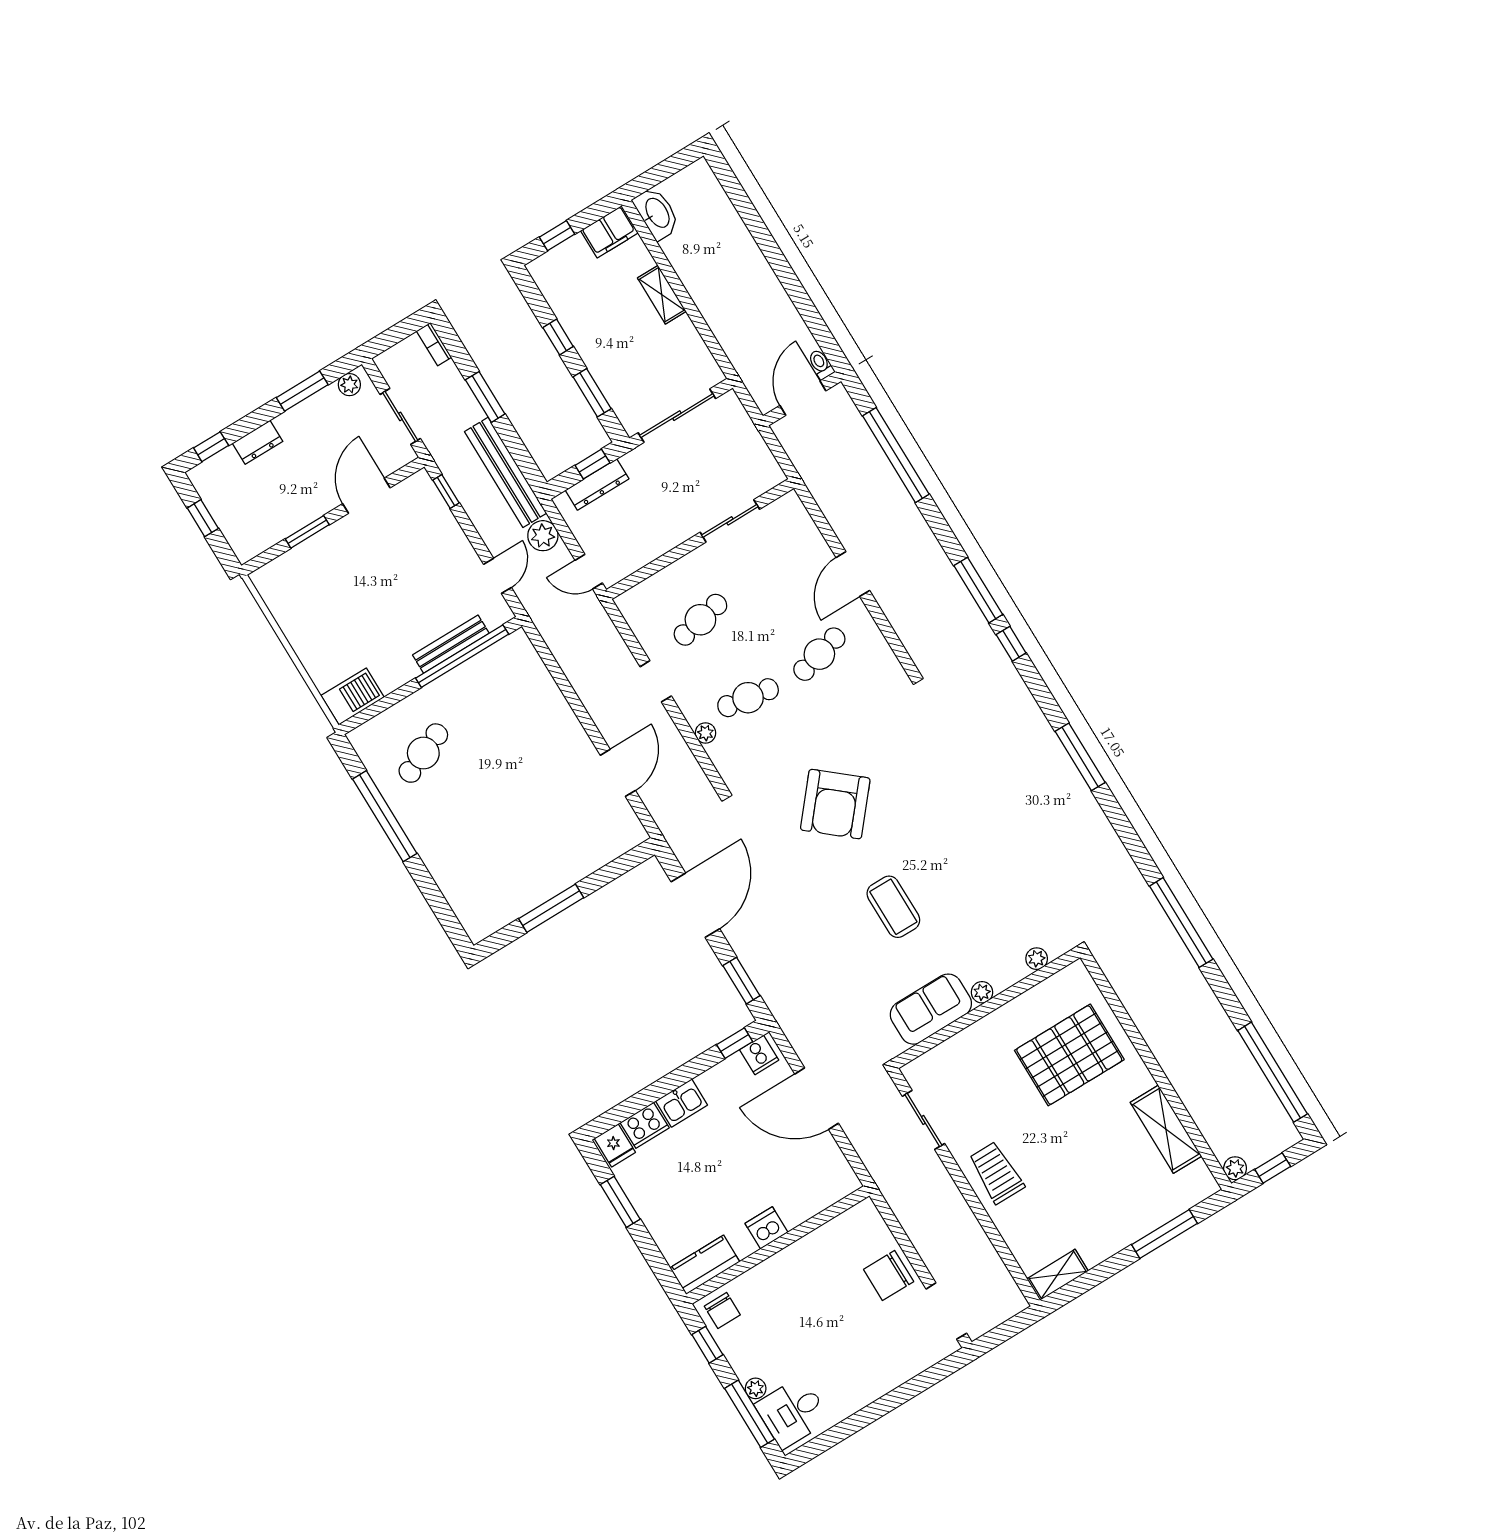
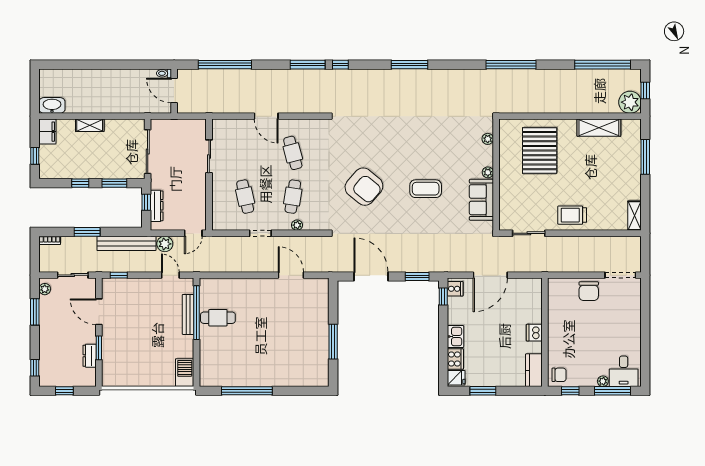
dresser: (258, 442) -> (90, 356), moved, turned 180
cafe table: (423, 753) -> (218, 318), moved, turned -67
plant: (1235, 1168) -> (630, 102), width x1.88, depth x1.88

